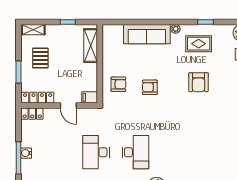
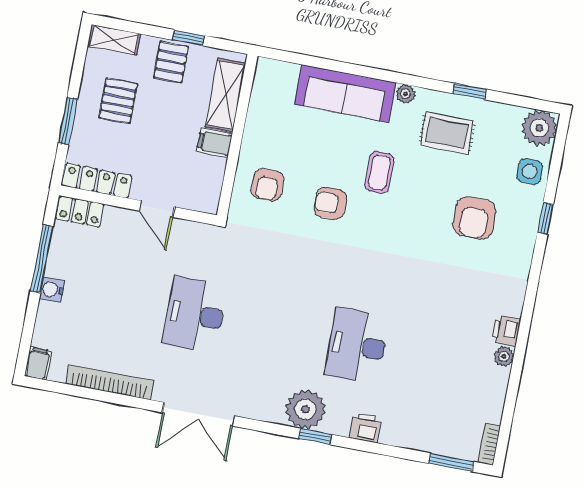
pallet: (62, 35) -> (171, 62), added
coffee table: (170, 68) -> (379, 172), added
armchair: (198, 82) -> (474, 218), moved
armchair: (118, 84) -> (267, 185), turned 90
filing cabinet: (90, 97) -> (214, 143), moved
desk: (136, 152) -> (357, 346), moved, turned 180
window: (18, 158) -> (42, 258), moved

